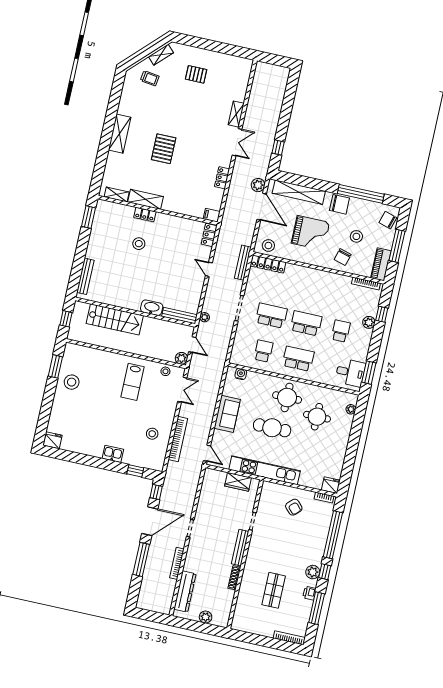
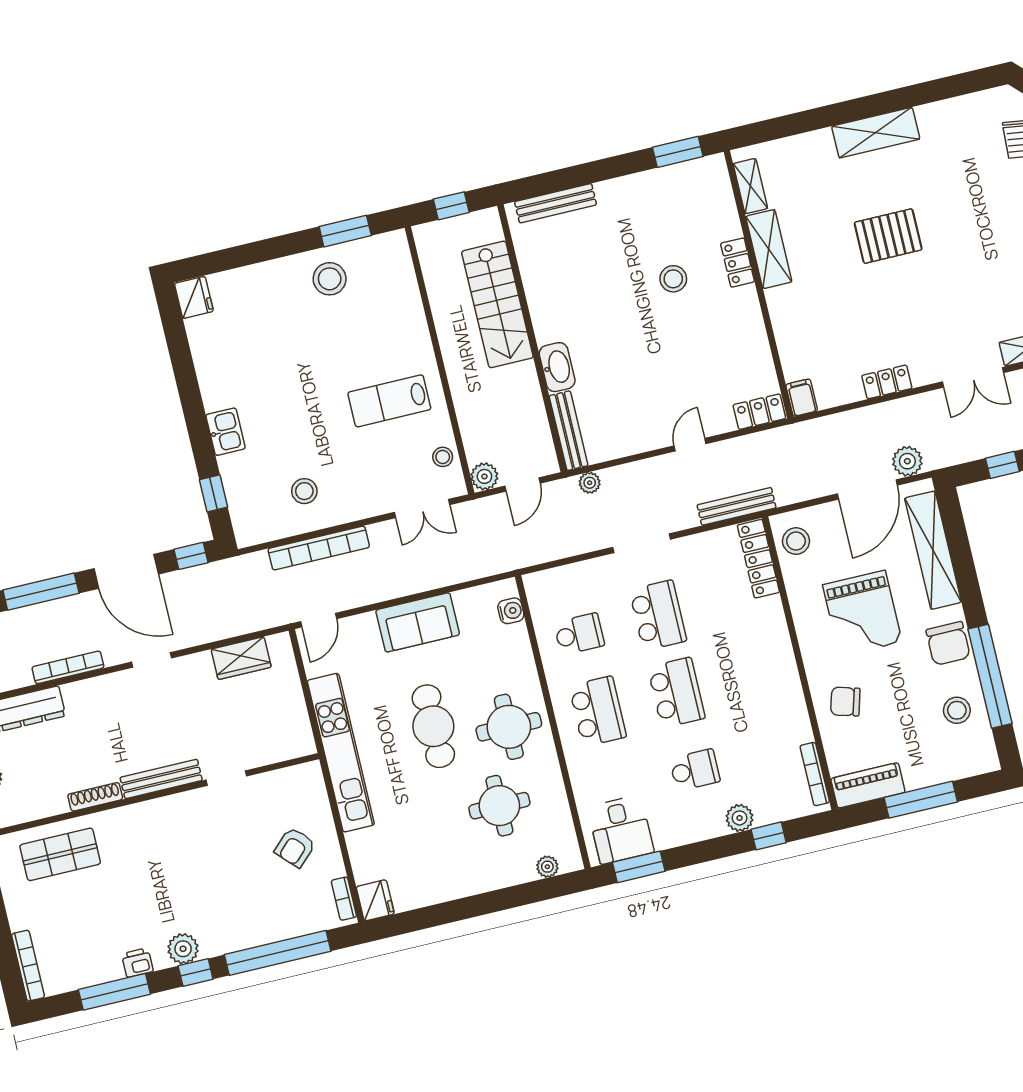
chair: (388, 220) -> (964, 756), removed
stool: (356, 236) -> (957, 710), moved
wardrobe: (238, 482) -> (241, 658), moved, turned -90
shop shelf: (274, 590) -> (60, 854), moved

